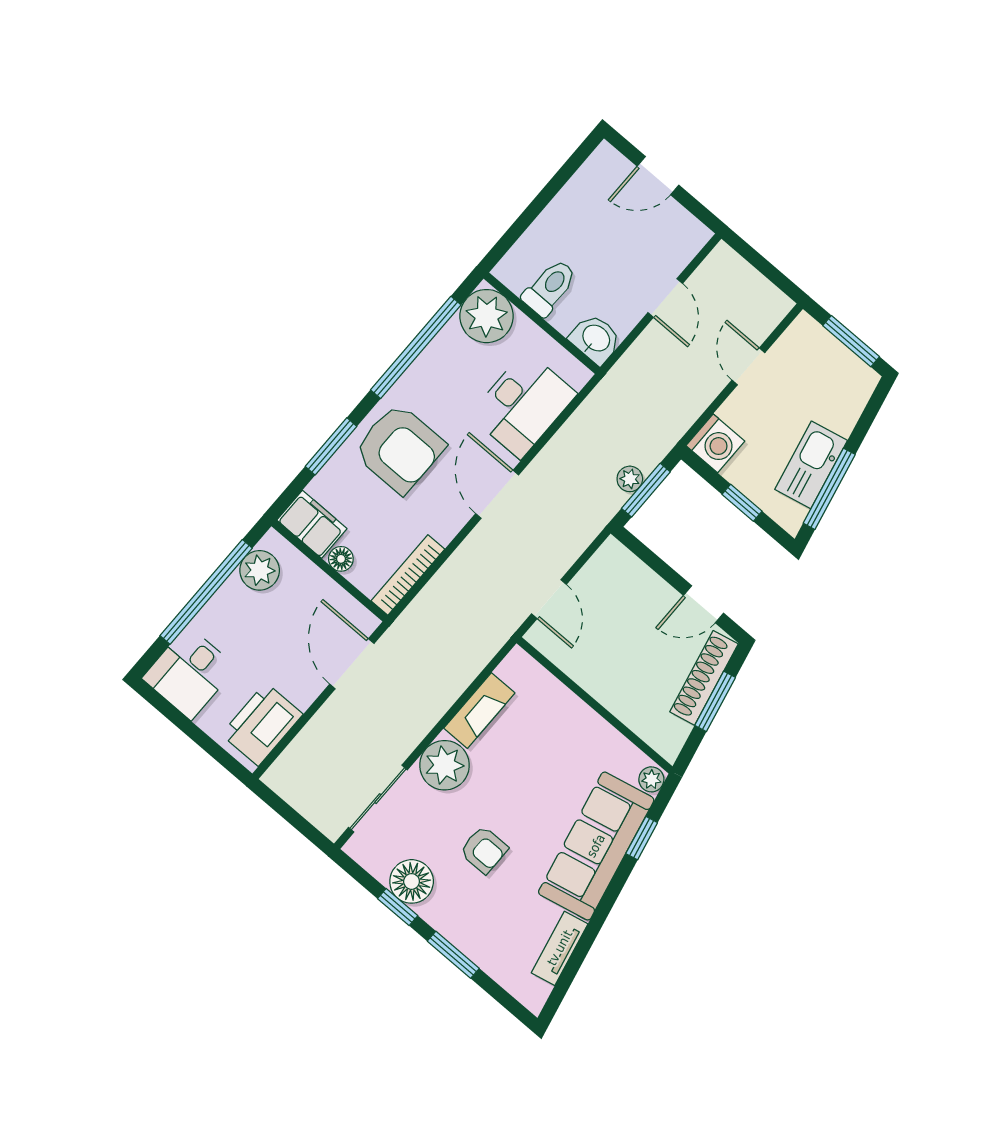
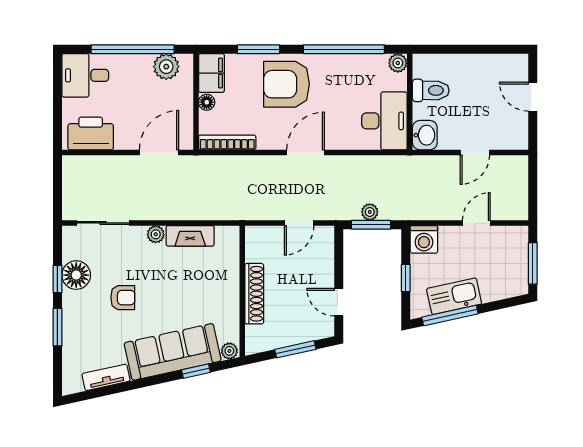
plant: (487, 316) -> (398, 63), width x0.53, depth x0.53
desk: (523, 405) -> (384, 121), moved, turned -90
armchair: (399, 448) -> (287, 84), turned 90
door: (549, 599) -> (299, 223), moved
shoe rack: (704, 678) -> (254, 294), moved, turned 102
plant: (445, 765) -> (156, 234), width x0.53, depth x0.53
armchair: (484, 850) -> (123, 298), turned -90

